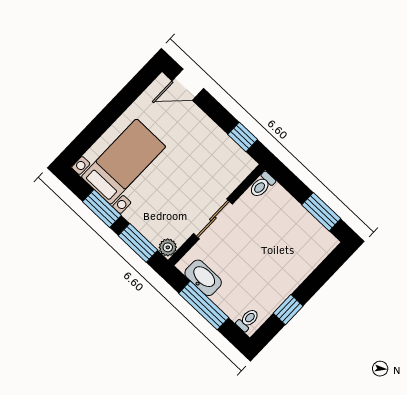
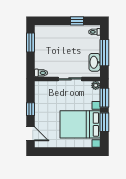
window: (243, 137) -> (30, 109), moved
bed with nightstands: (123, 162) -> (80, 124), width x1.36

